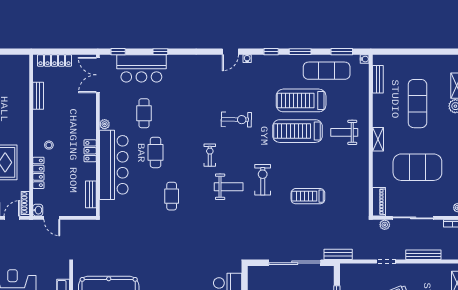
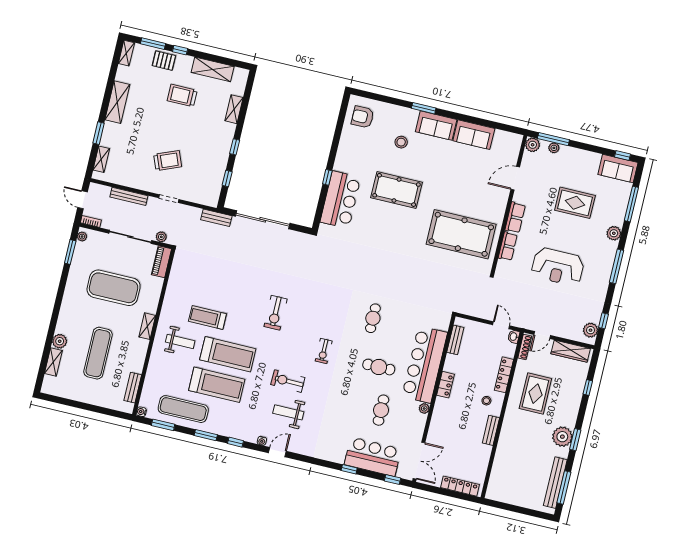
bench: (38, 96) -> (491, 430), moved
cafe table: (156, 152) -> (379, 367), turned 90
weight bench: (229, 187) -> (288, 412), moved
treadmill: (308, 196) -> (207, 317), moved, turned 180

